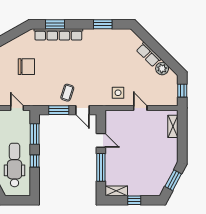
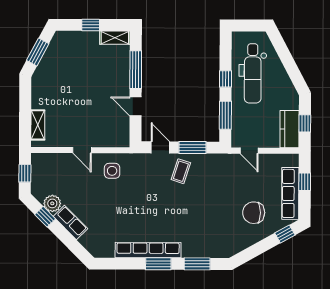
window: (103, 24) -> (158, 264), moved
row of seats: (58, 34) -> (148, 250), moved
window: (167, 59) -> (45, 217), added
chair: (26, 67) -> (254, 213), moved

